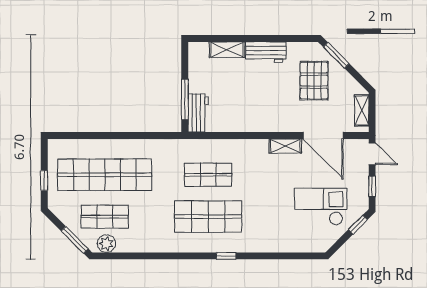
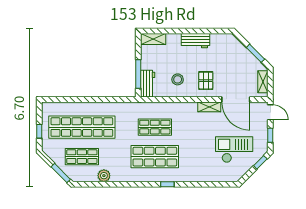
shelving: (227, 50) -> (153, 39), moved
window: (336, 55) -> (255, 53), moved
pallet: (314, 81) -> (206, 81), moved, width x0.67, depth x0.71
stool: (240, 107) -> (178, 79), added
plant: (106, 244) -> (104, 176), moved

